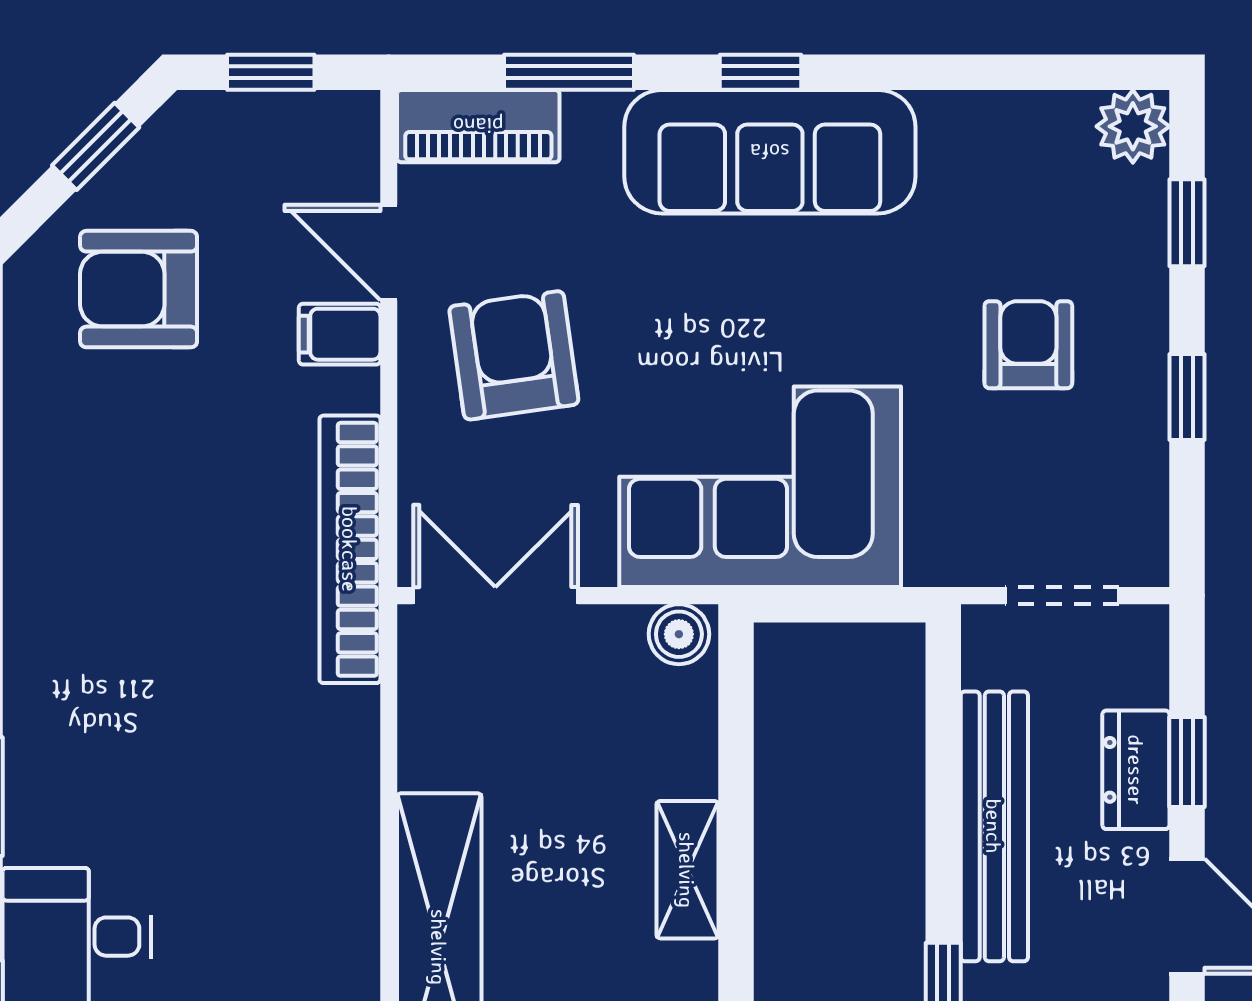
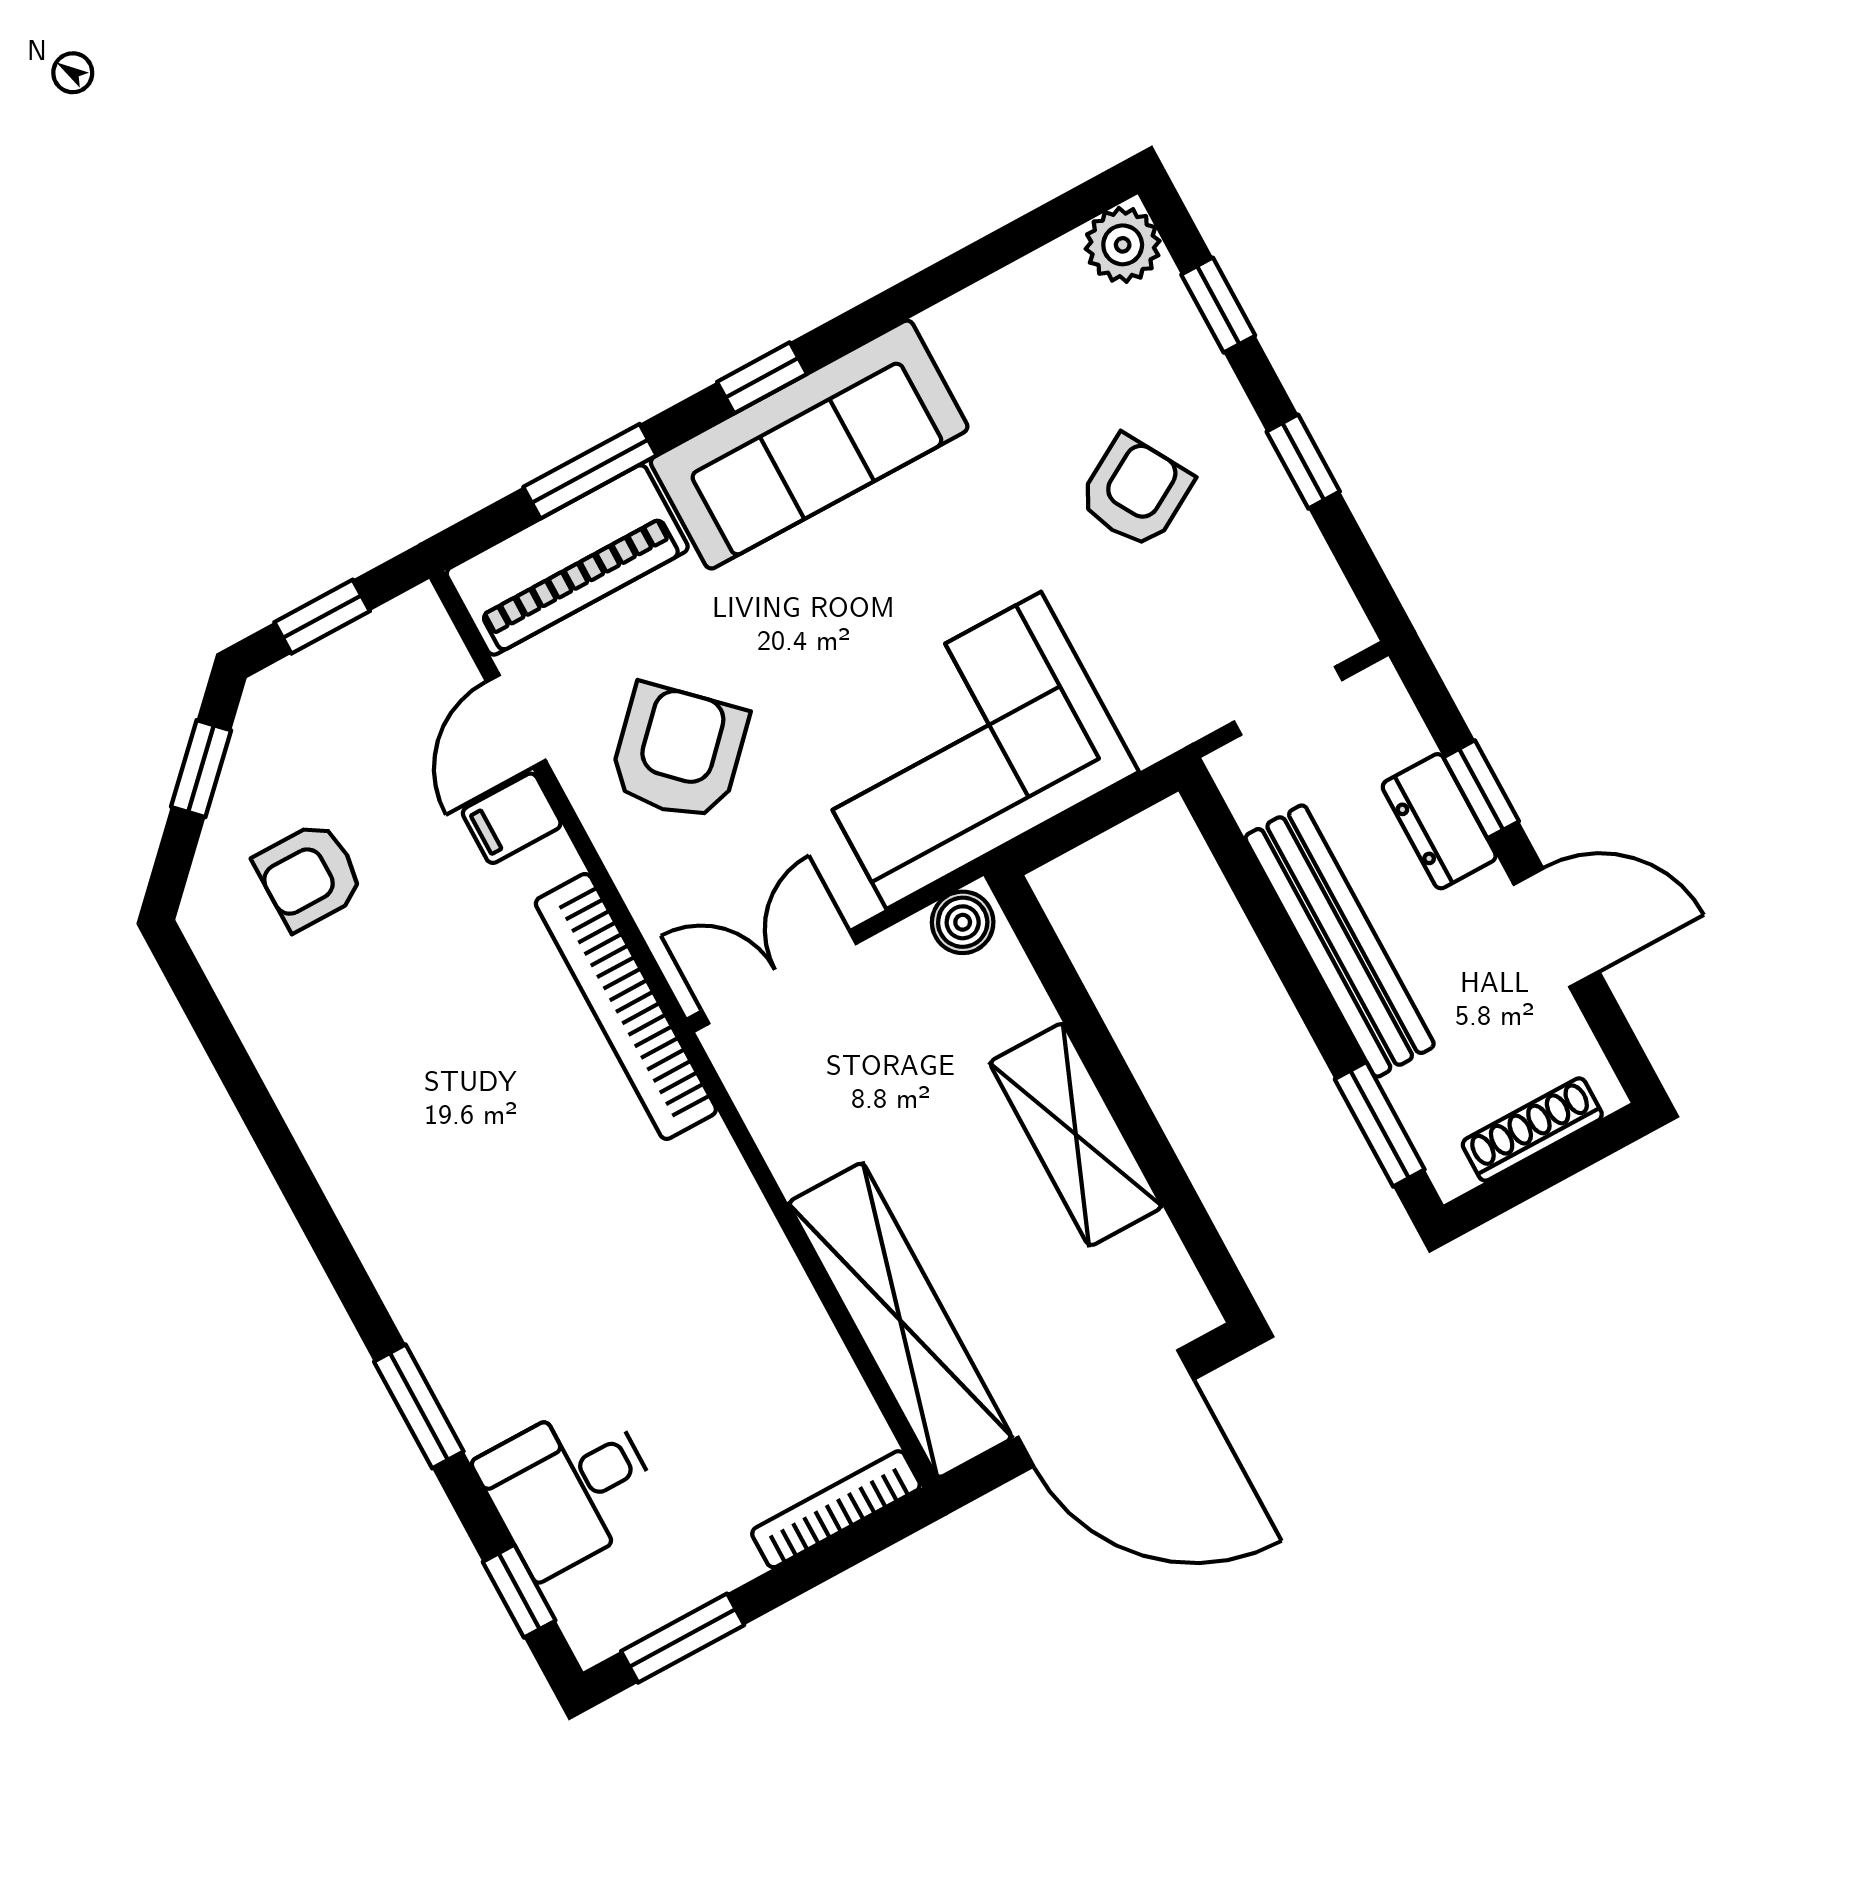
piano: (478, 126) -> (567, 560), width x1.37, depth x1.33
door: (389, 253) -> (516, 721), hinge flipped
armchair: (139, 289) -> (309, 876), width x0.72, depth x0.72
armchair: (1028, 345) -> (1135, 492), turned 60
armchair: (514, 355) -> (678, 752), turned 52
shelving: (687, 870) -> (1076, 1135), width x1.50, depth x1.33

